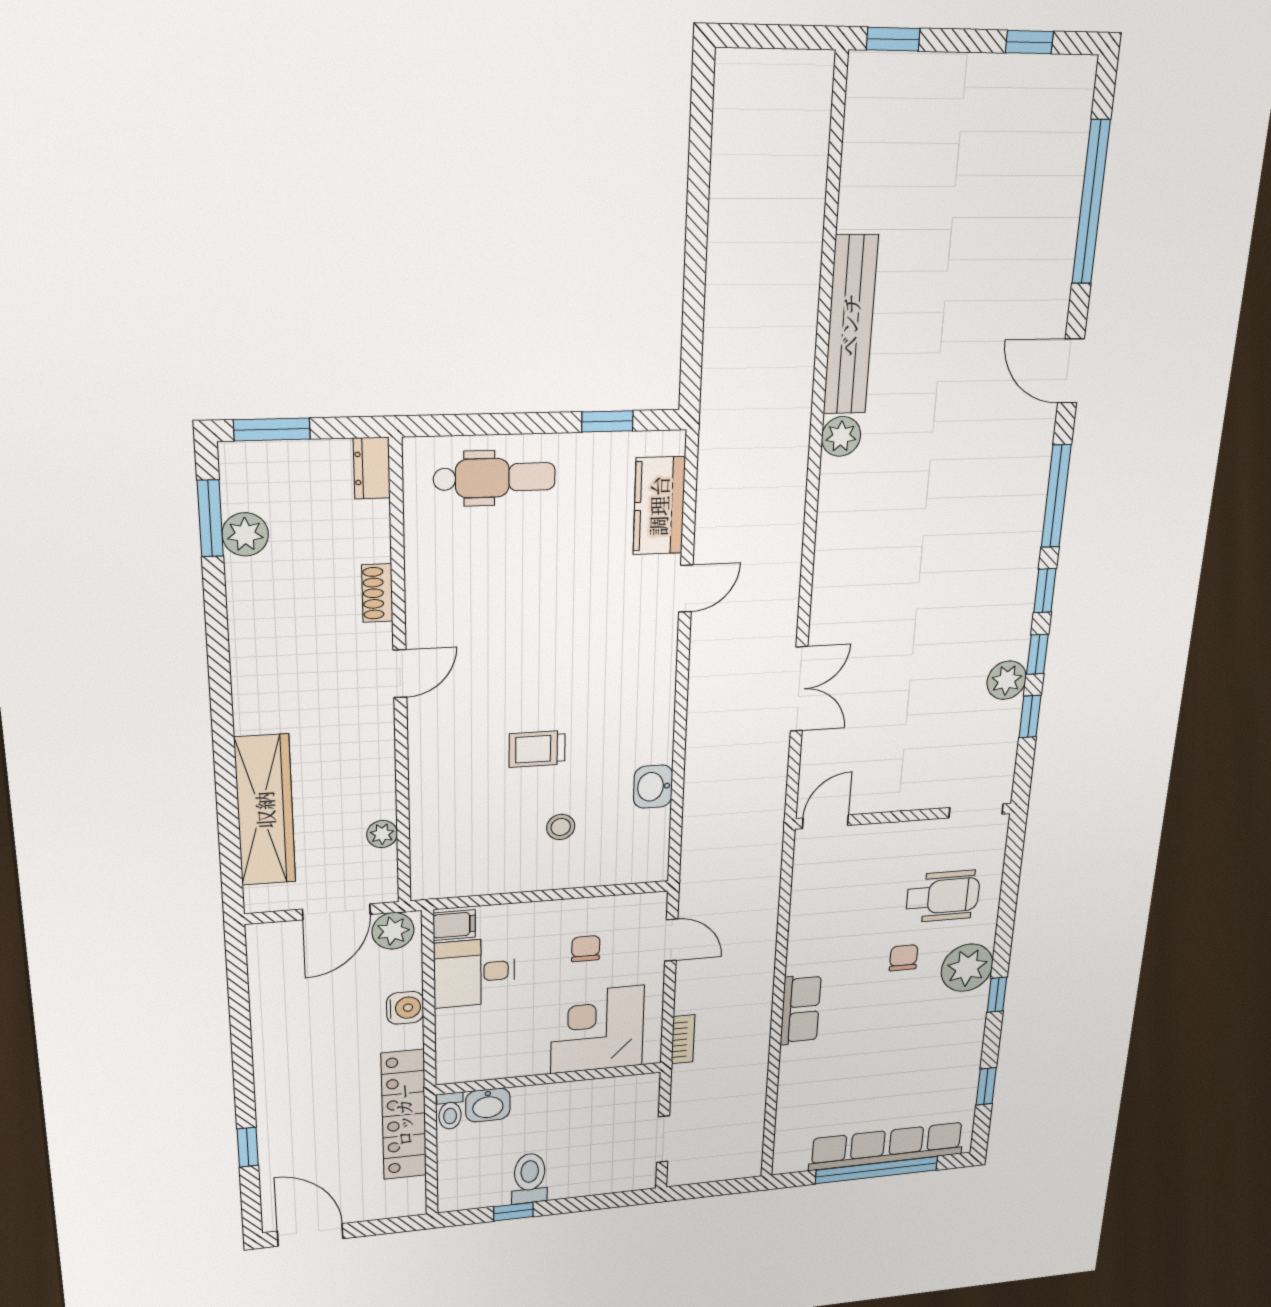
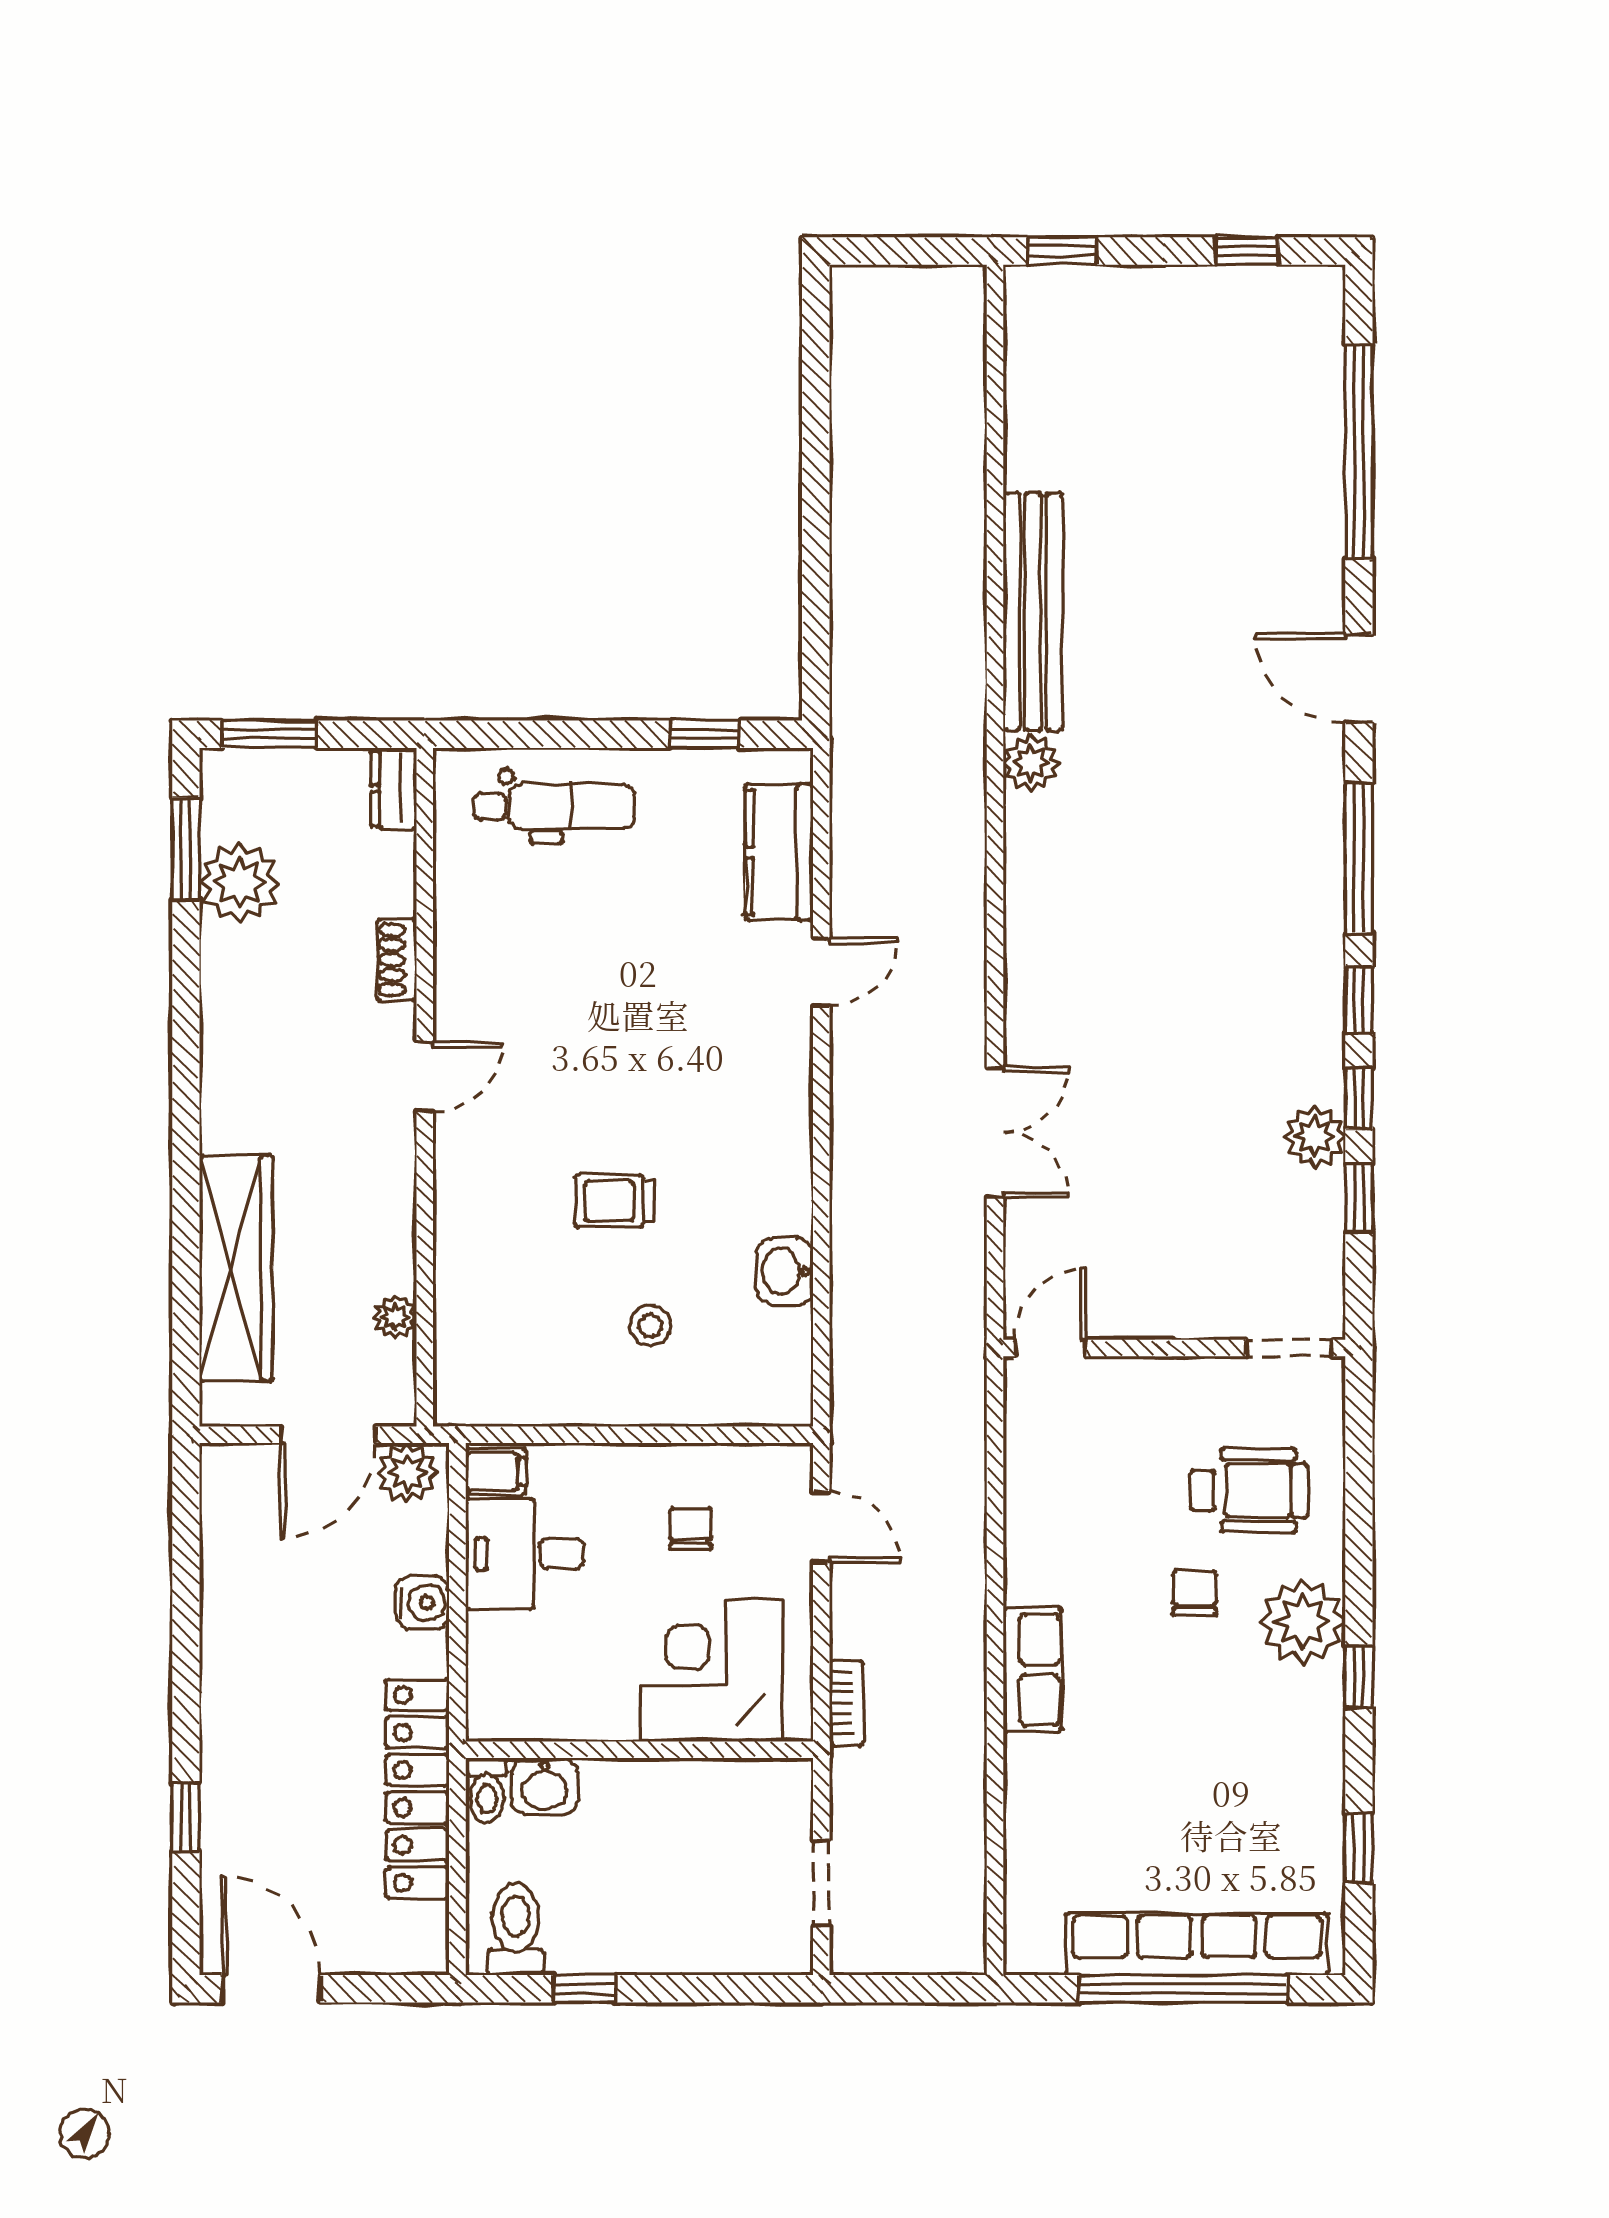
plant: (245, 534) -> (239, 883), width x1.36, depth x1.36
toilet: (530, 1178) -> (516, 1929), moved

